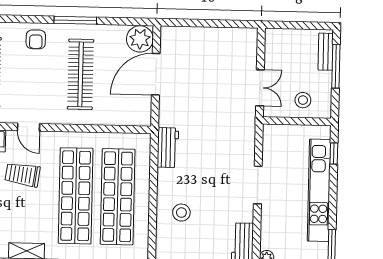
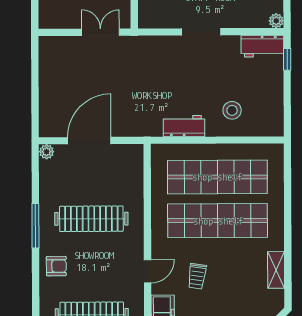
plant: (140, 39) -> (47, 152), width x0.53, depth x0.53
door: (156, 74) -> (89, 141), swing flipped
workbench: (168, 148) -> (184, 126), moved
trolley: (23, 175) -> (197, 276), width x0.73, depth x0.72

